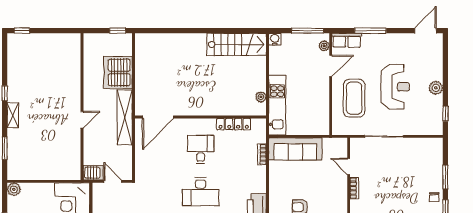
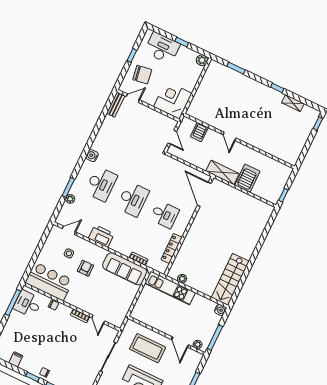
row of seats: (347, 40) -> (194, 363), removed
server rack: (118, 73) -> (247, 178), width x0.62
shelving: (13, 115) -> (293, 103), moved
shelving: (125, 117) -> (222, 172), width x0.68
sofa: (295, 149) -> (125, 269), moved, turned -90
door: (349, 166) -> (98, 319), swing flipped
server rack: (93, 173) -> (199, 132), moved
door: (113, 181) -> (172, 137), hinge flipped
desk: (201, 192) -> (133, 199), turned 180

